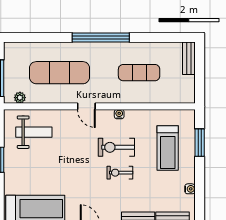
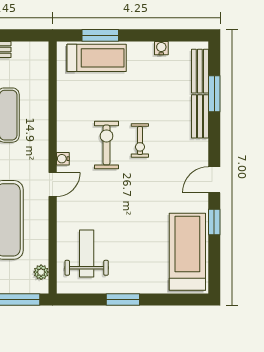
water cooler: (119, 114) -> (63, 159), moved
exercise bike: (116, 147) -> (107, 145), turned 180
treadmill: (168, 148) -> (97, 58), moved

